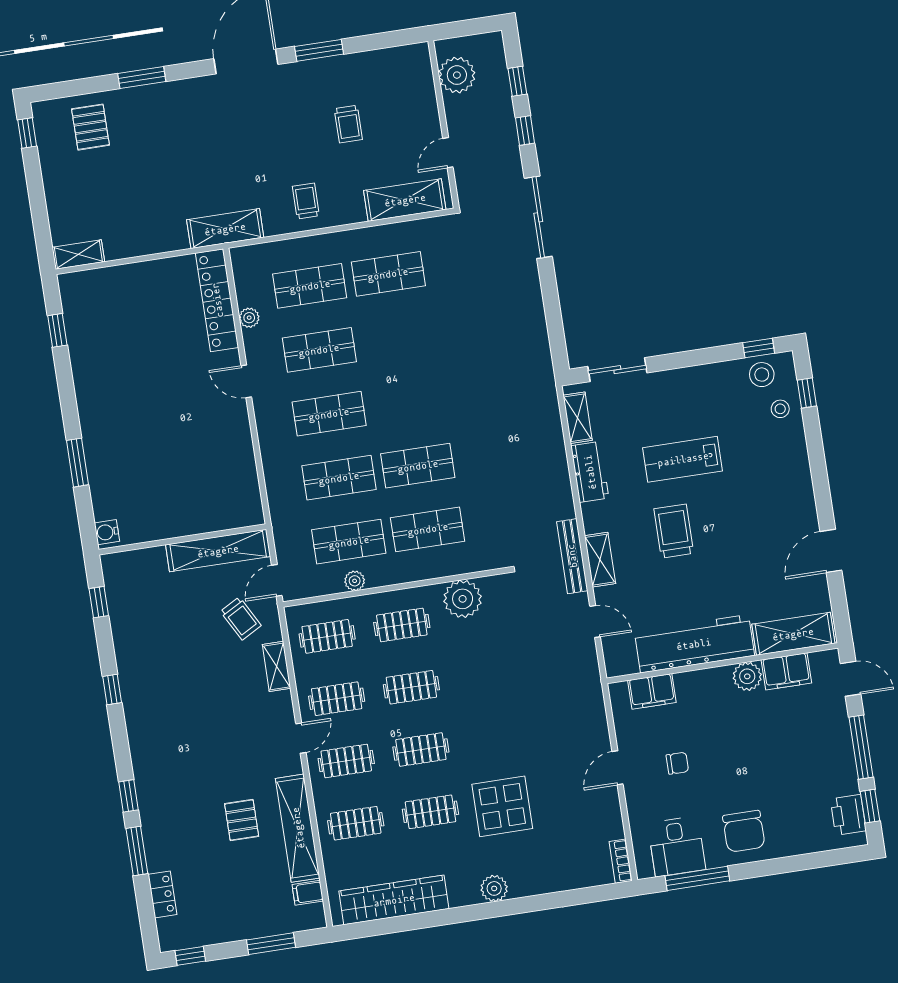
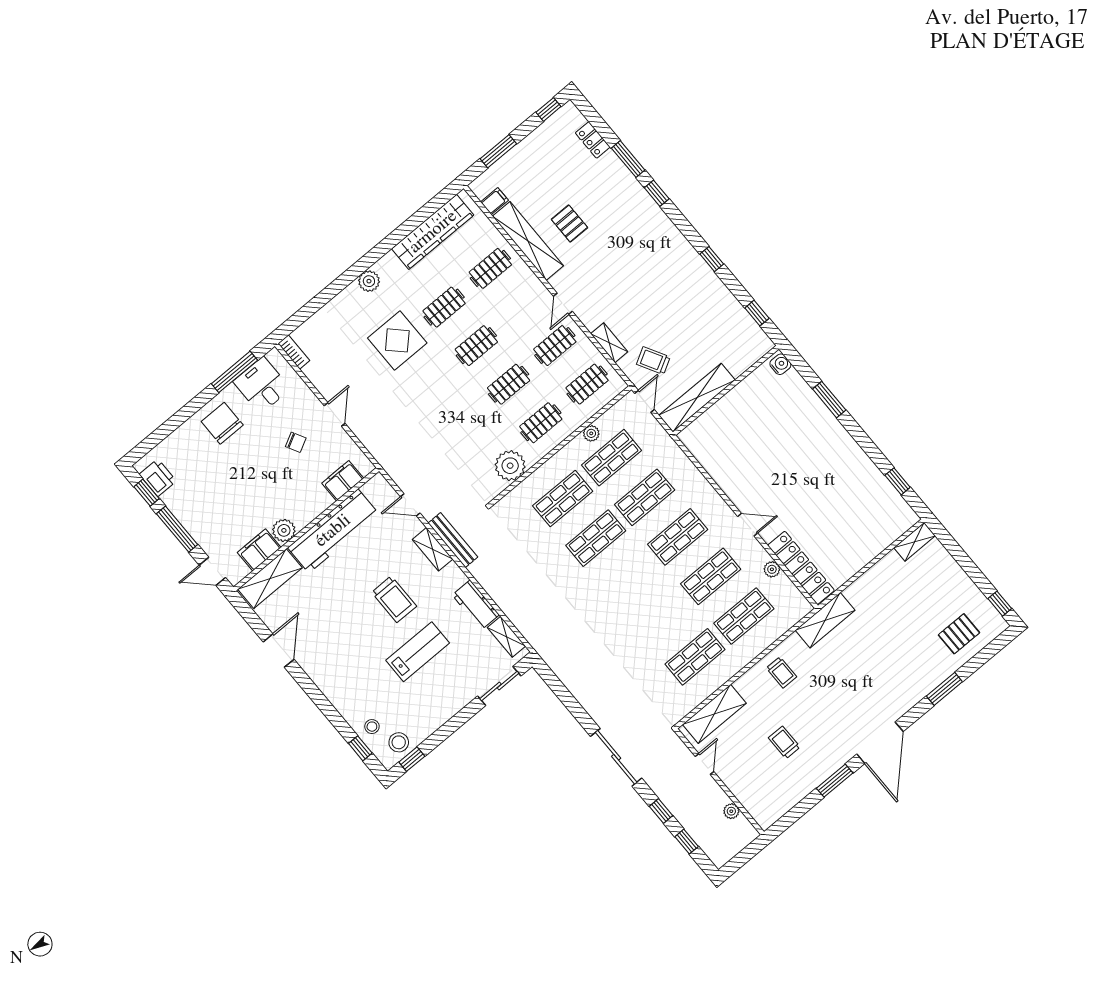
plant: (457, 75) -> (731, 811), width x0.53, depth x0.53
pallet: (90, 127) -> (959, 634), turned 90
clothes rail: (346, 761) -> (523, 307), removed
chair: (677, 763) -> (296, 442), turned -118

